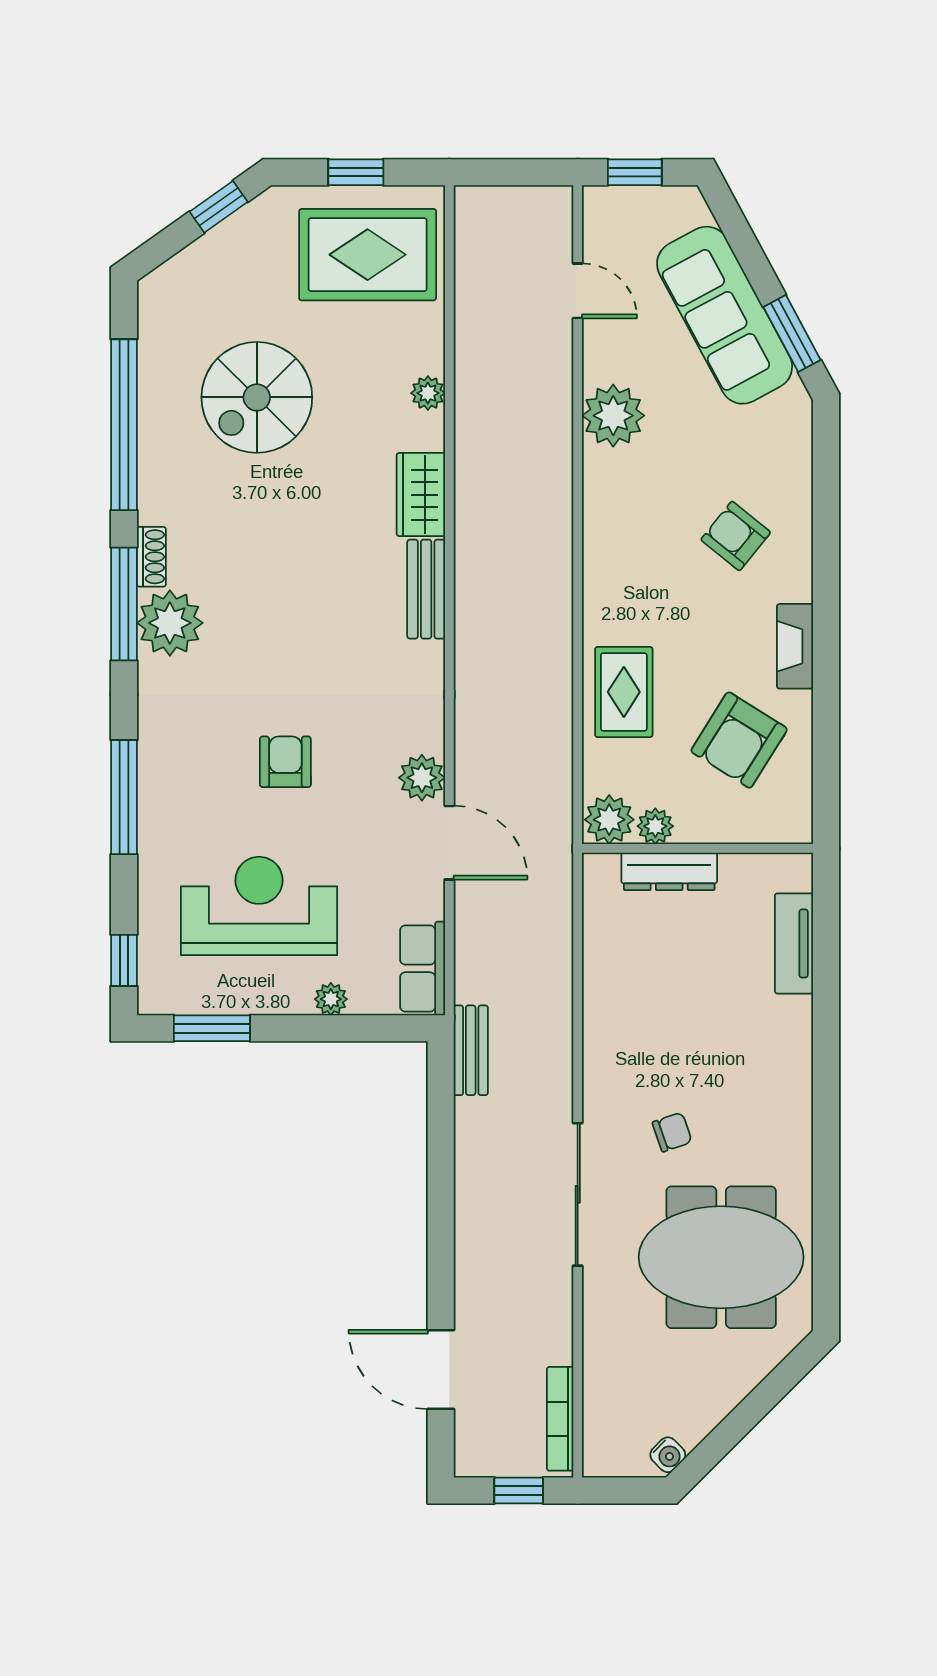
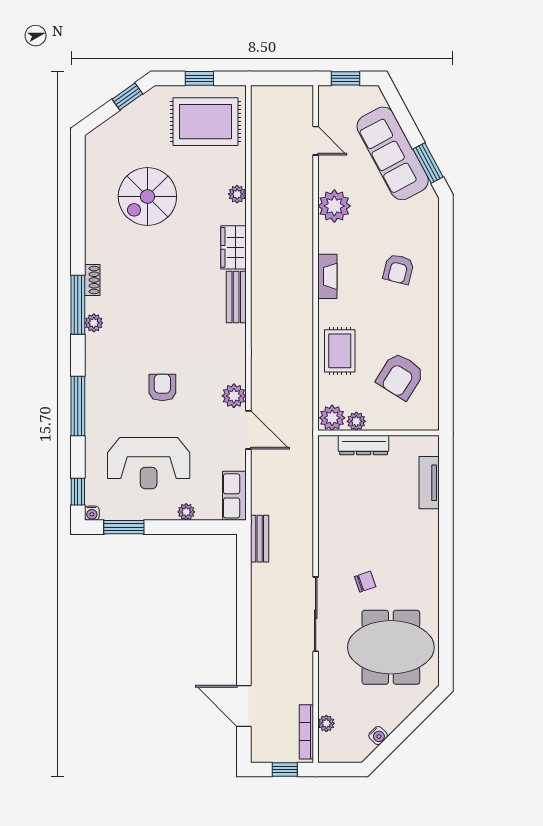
window: (124, 425) -> (78, 211), removed
armchair: (736, 536) -> (398, 269), turned -115
plant: (170, 623) -> (94, 323), width x0.53, depth x0.53
fireplace: (795, 646) -> (327, 276), moved, turned 180
reception desk: (259, 906) -> (149, 463), turned 180
water cooler: (151, 1001) -> (92, 513), added
plant: (598, 1403) -> (326, 723), added
water cooler: (668, 1455) -> (378, 736), moved

